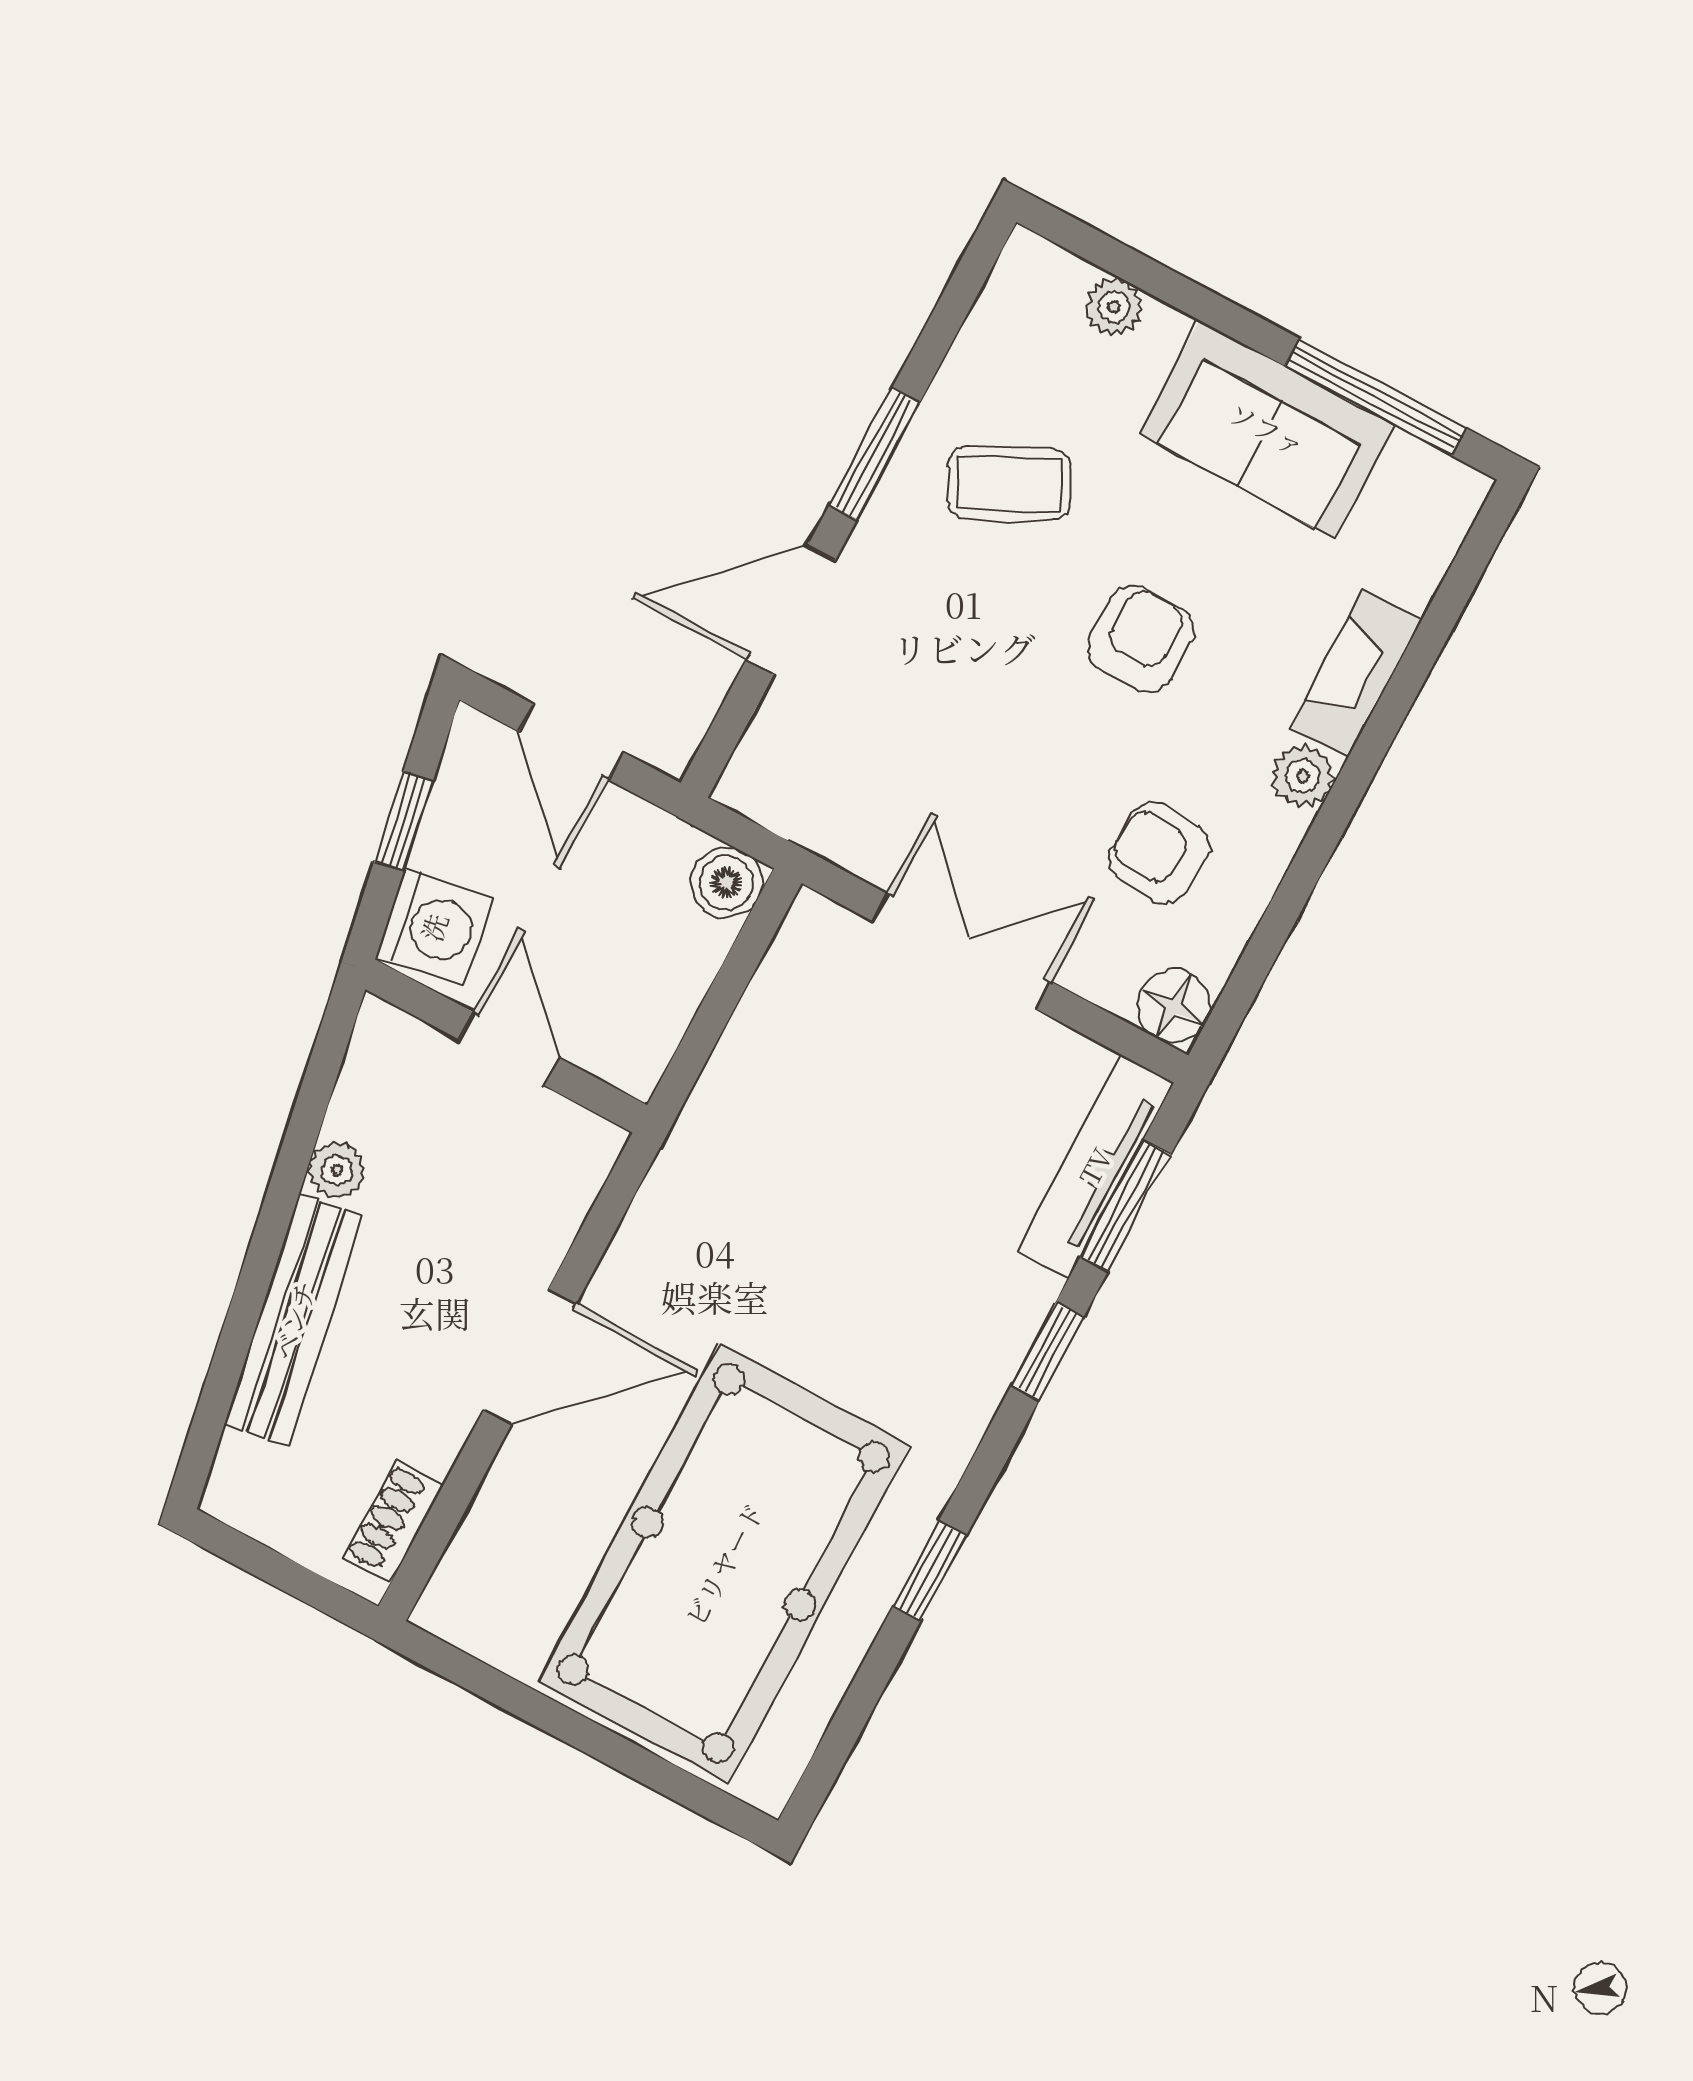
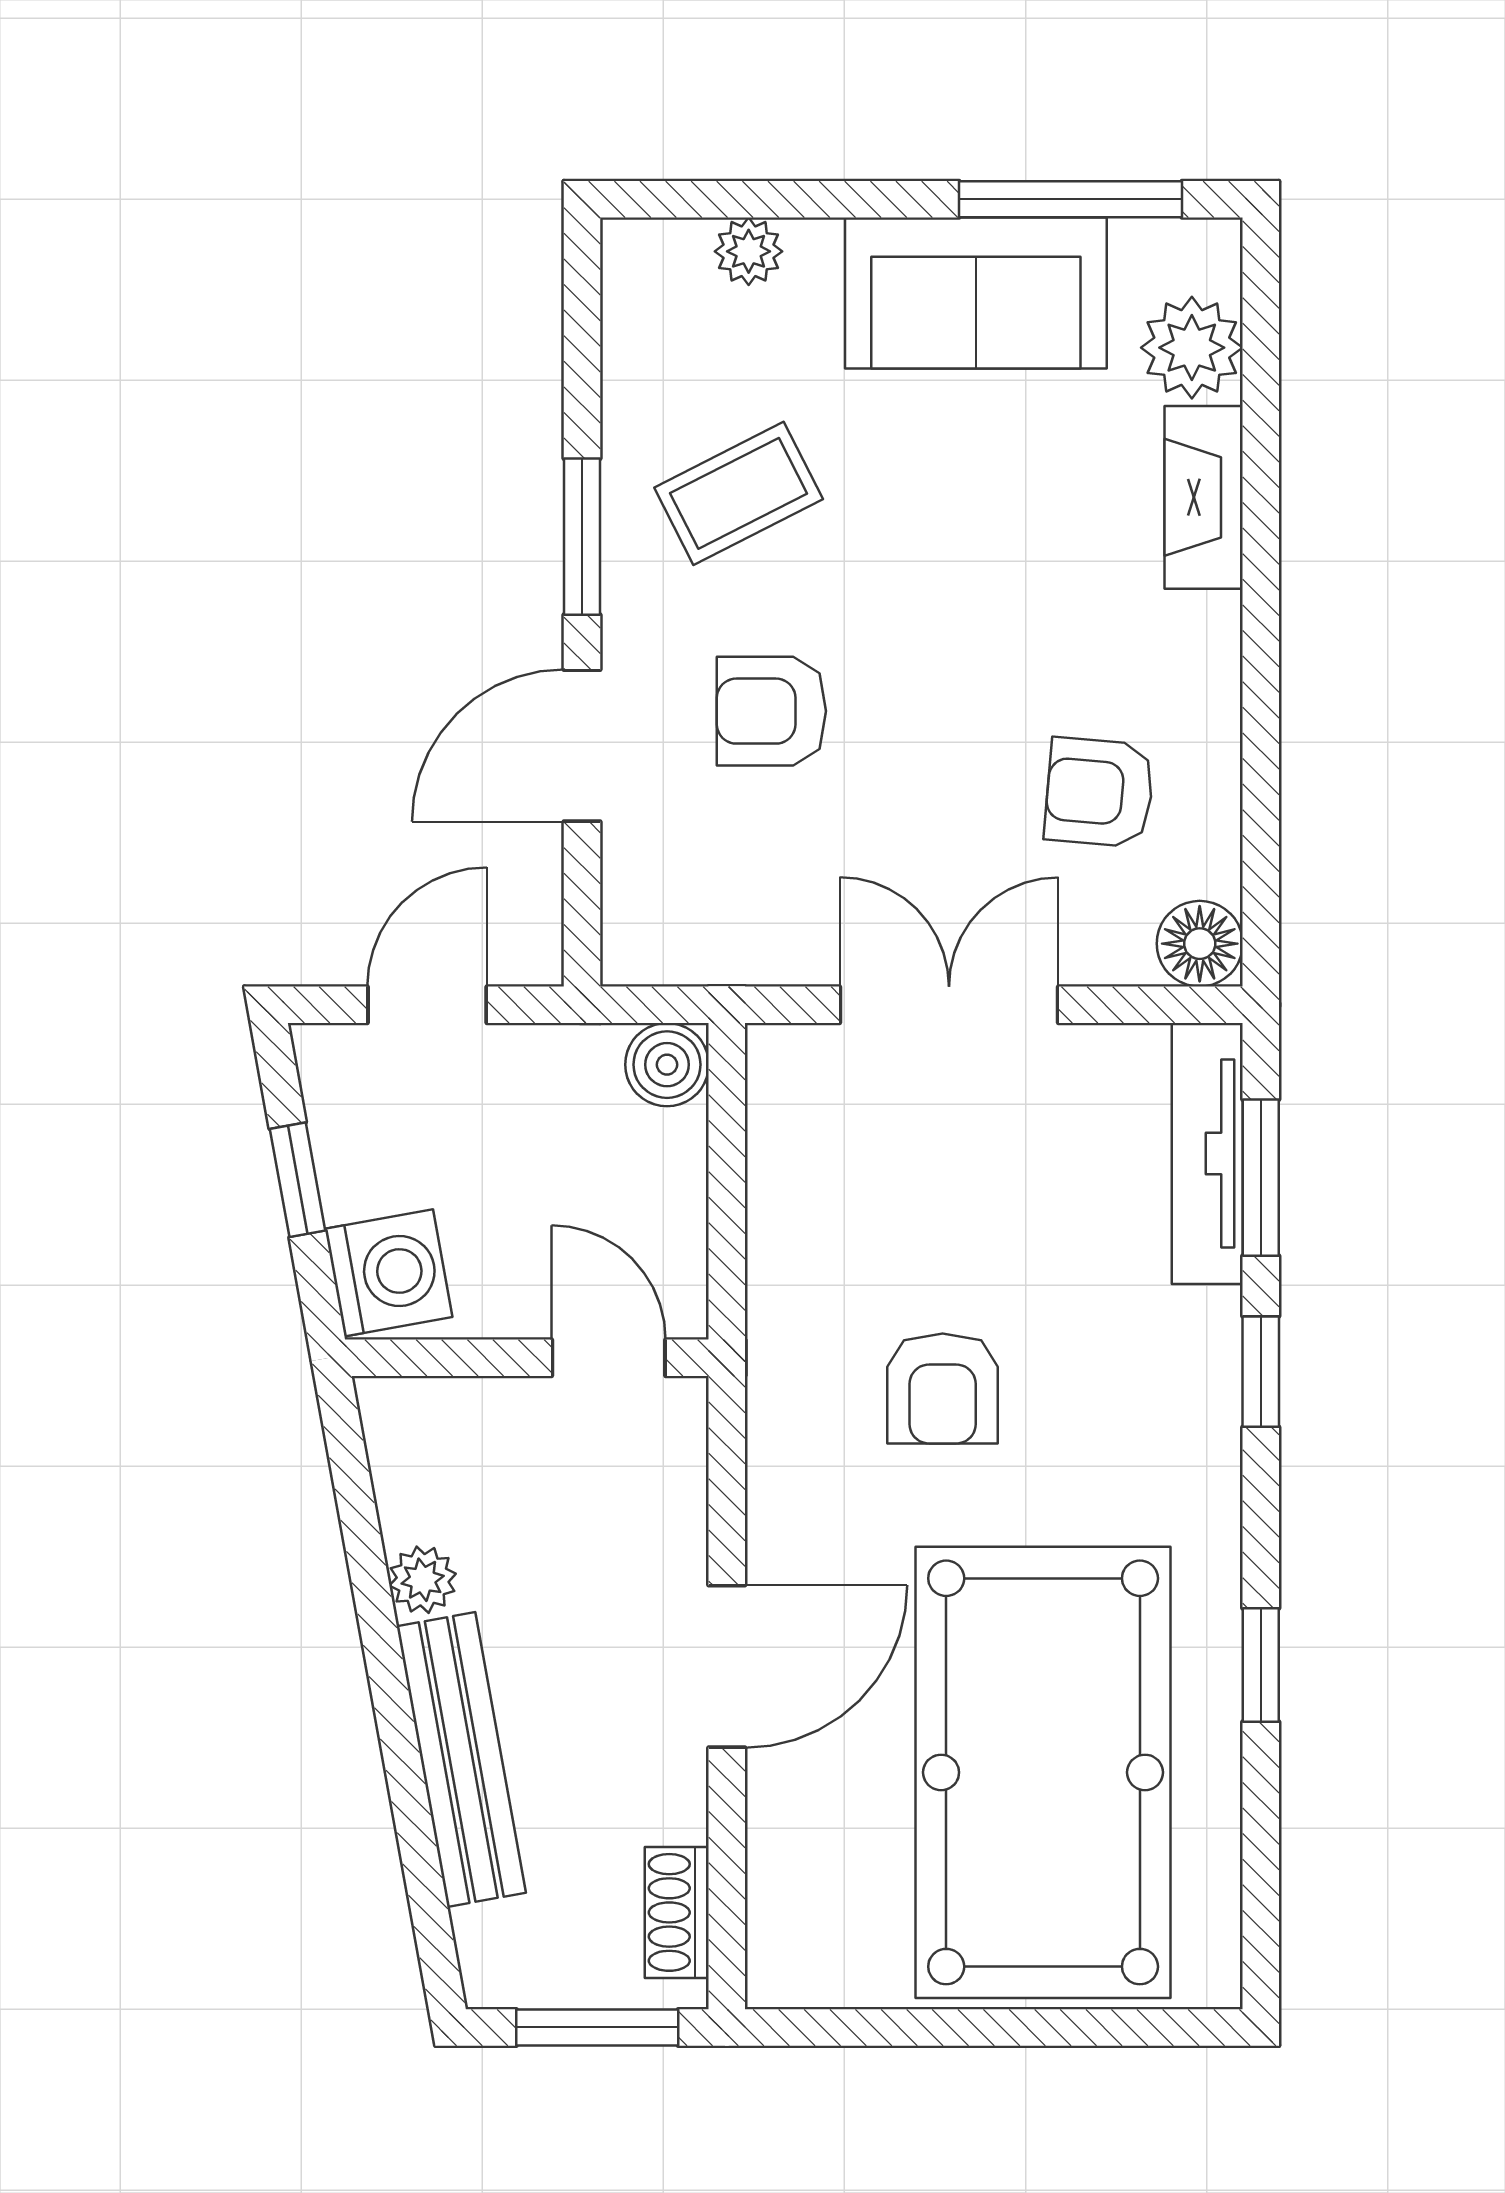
armchair: (1141, 639) -> (771, 711), moved, turned -90
door: (571, 742) -> (427, 1005), swing flipped
plant: (1303, 776) -> (1192, 348), moved, width x1.38, depth x1.38
door: (509, 1049) -> (609, 1358), moved
armchair: (803, 1236) -> (943, 1389), added
window: (288, 1575) -> (597, 2027), added

